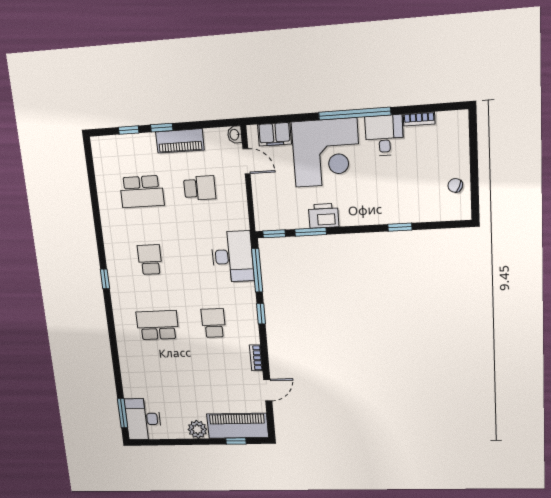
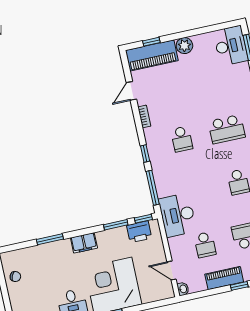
filing cabinet: (274, 134) -> (84, 243), moved, turned 180
school desk: (200, 188) -> (205, 245), turned -90
printer: (324, 216) -> (139, 232), moved
window: (400, 227) -> (50, 239), width x1.50
desk: (232, 257) -> (178, 215), moved

